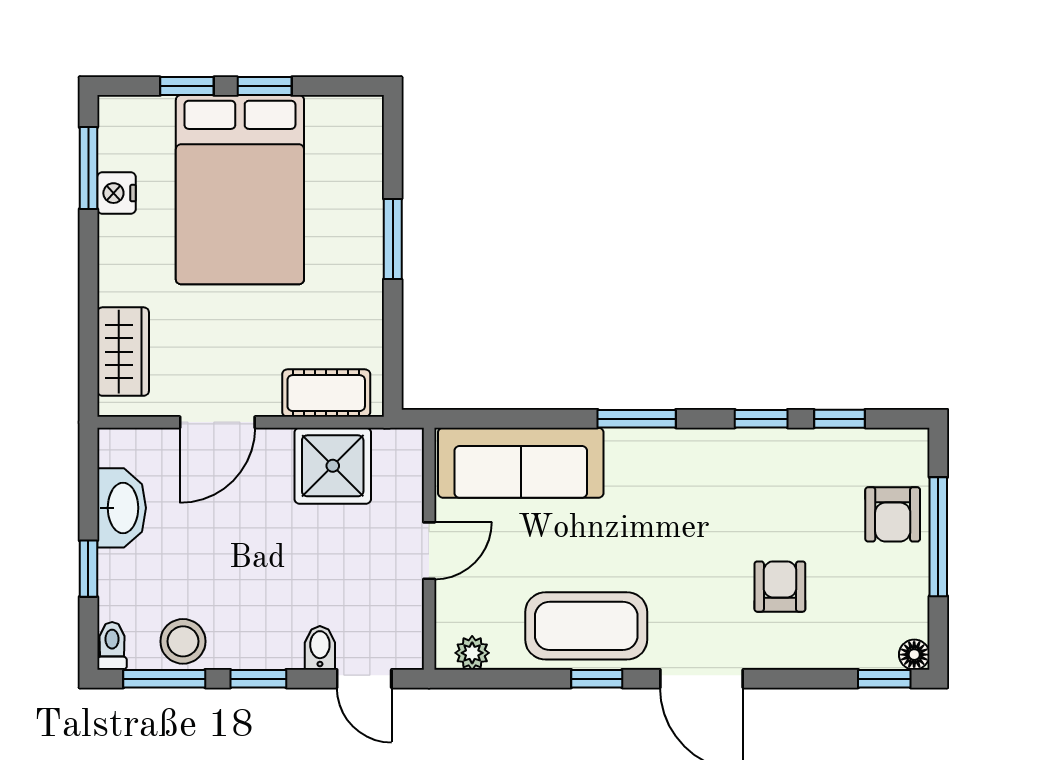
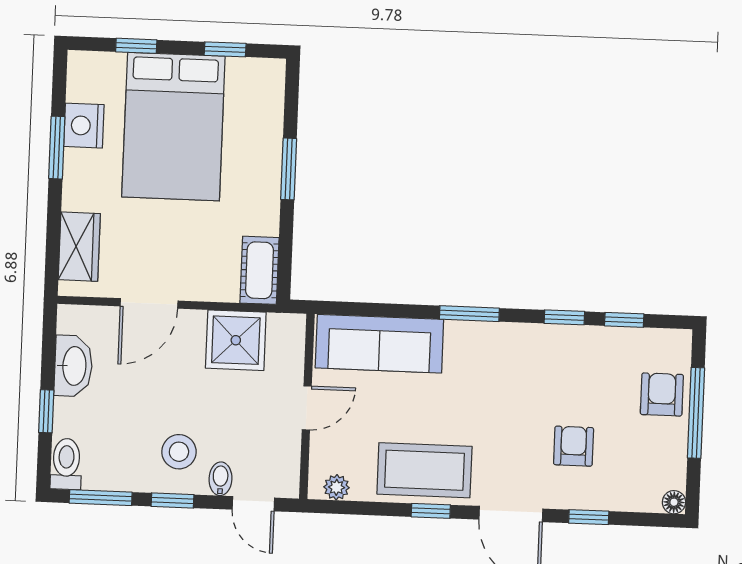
window: (265, 86) -> (225, 49), moved
window: (88, 168) -> (57, 148), moved
nightstand: (117, 193) -> (84, 126), width x1.36, depth x1.33
cot: (326, 393) -> (259, 270), moved, turned 90
armchair: (893, 514) -> (662, 394), turned 180
stool: (183, 641) -> (179, 452), moved
toilet: (112, 646) -> (66, 464), width x1.37, depth x1.39
window: (884, 679) -> (589, 517), moved

